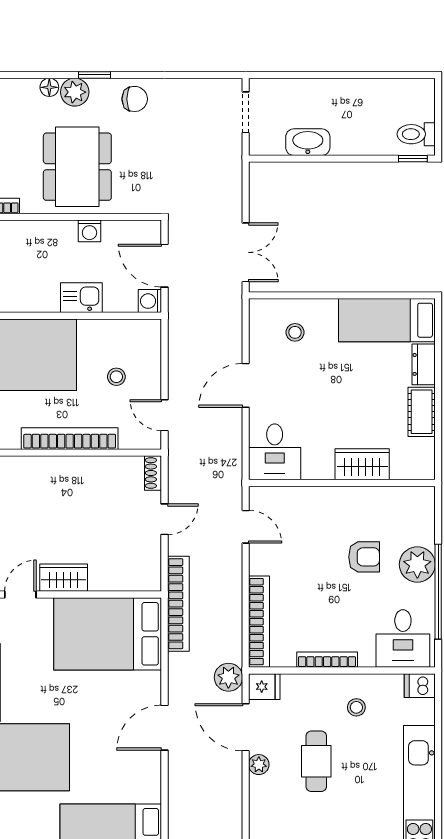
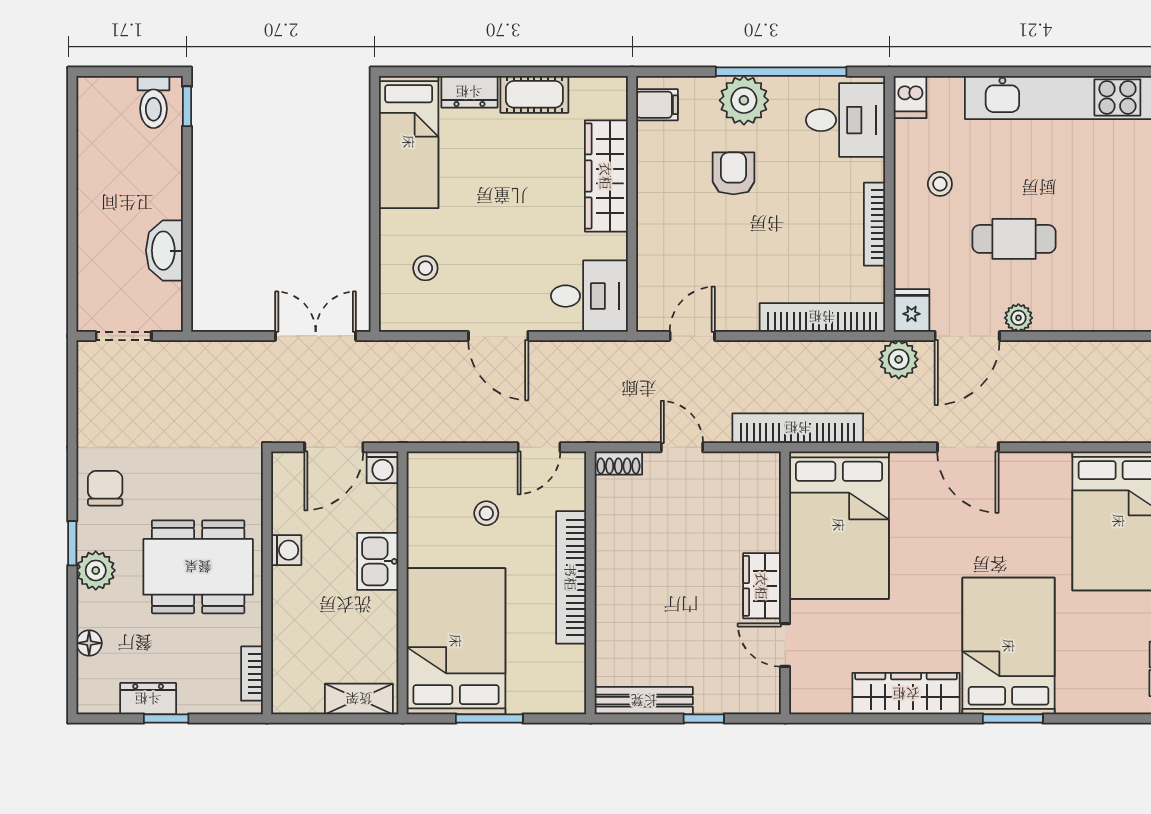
floor lamp: (49, 87) -> (89, 643), moved
wardrobe: (362, 464) -> (606, 176), width x1.50
filing cabinet: (414, 501) -> (657, 105), added

